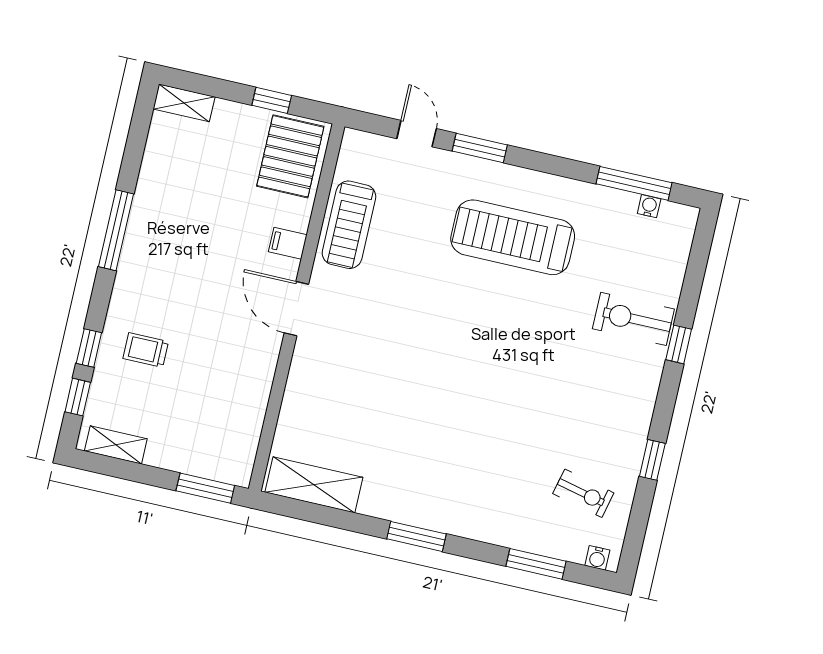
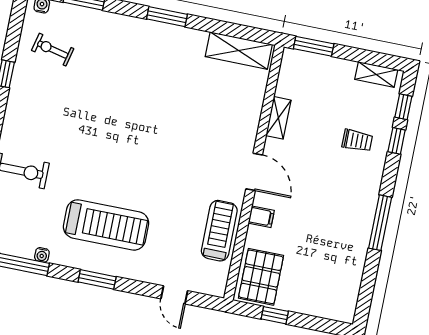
shelving: (184, 103) -> (278, 118), moved, turned 90
window: (480, 148) -> (97, 279), moved
water cooler: (649, 206) -> (42, 255), moved

